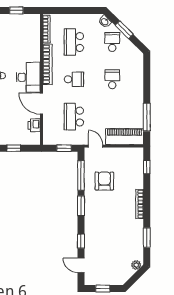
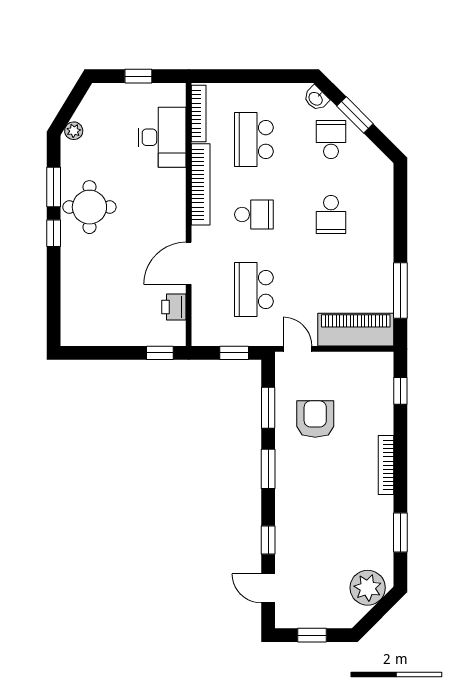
desk: (28, 77) -> (162, 137), moved
school desk: (112, 79) -> (331, 214), turned 180
door: (41, 104) -> (189, 263), hinge flipped
window: (14, 148) -> (160, 353), moved
window: (81, 175) -> (268, 408), width x0.69
plant: (136, 265) -> (368, 588), width x1.88, depth x1.88

